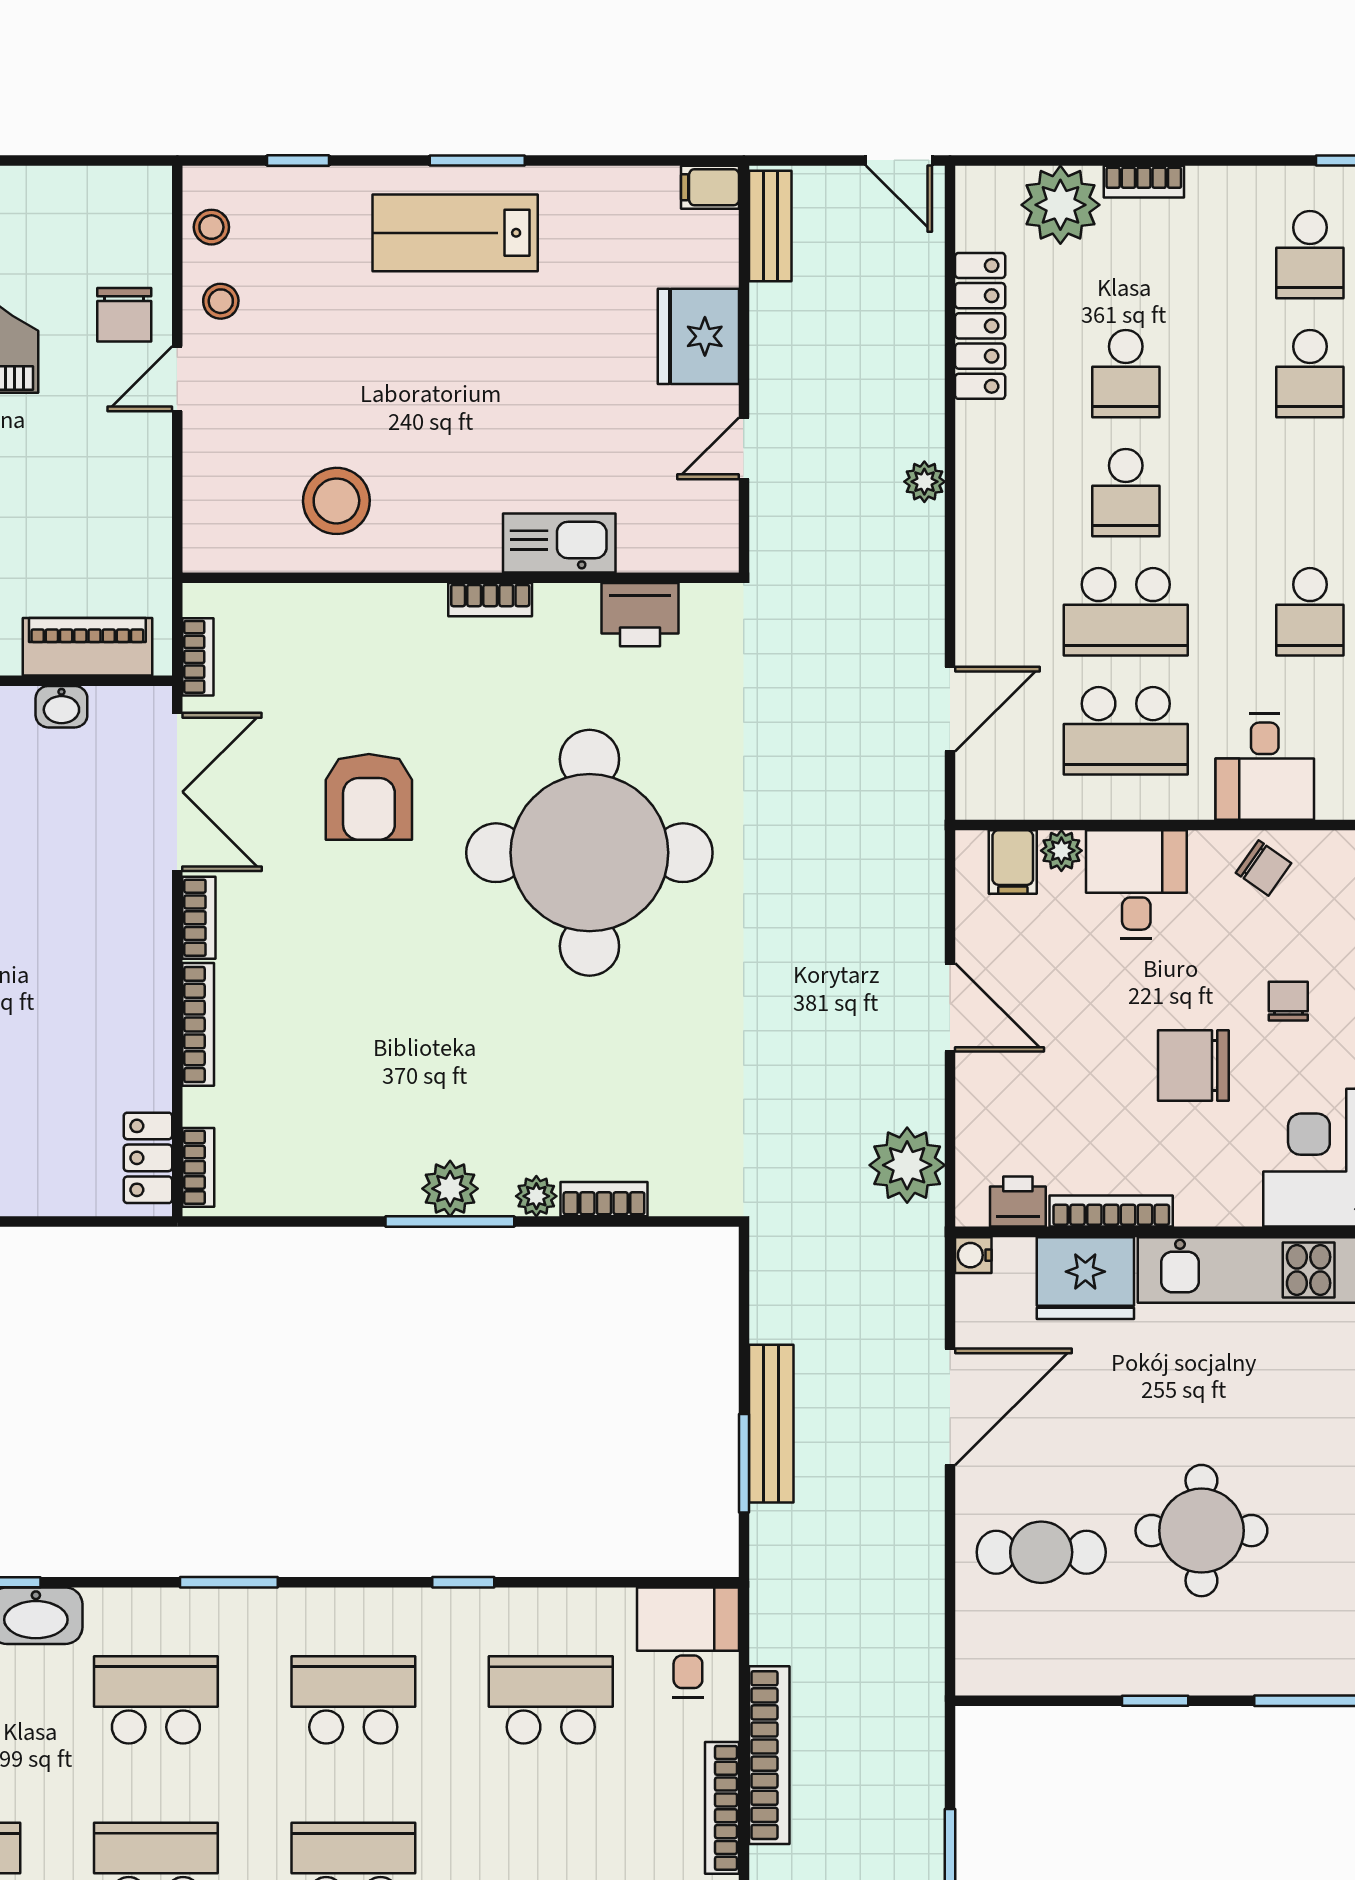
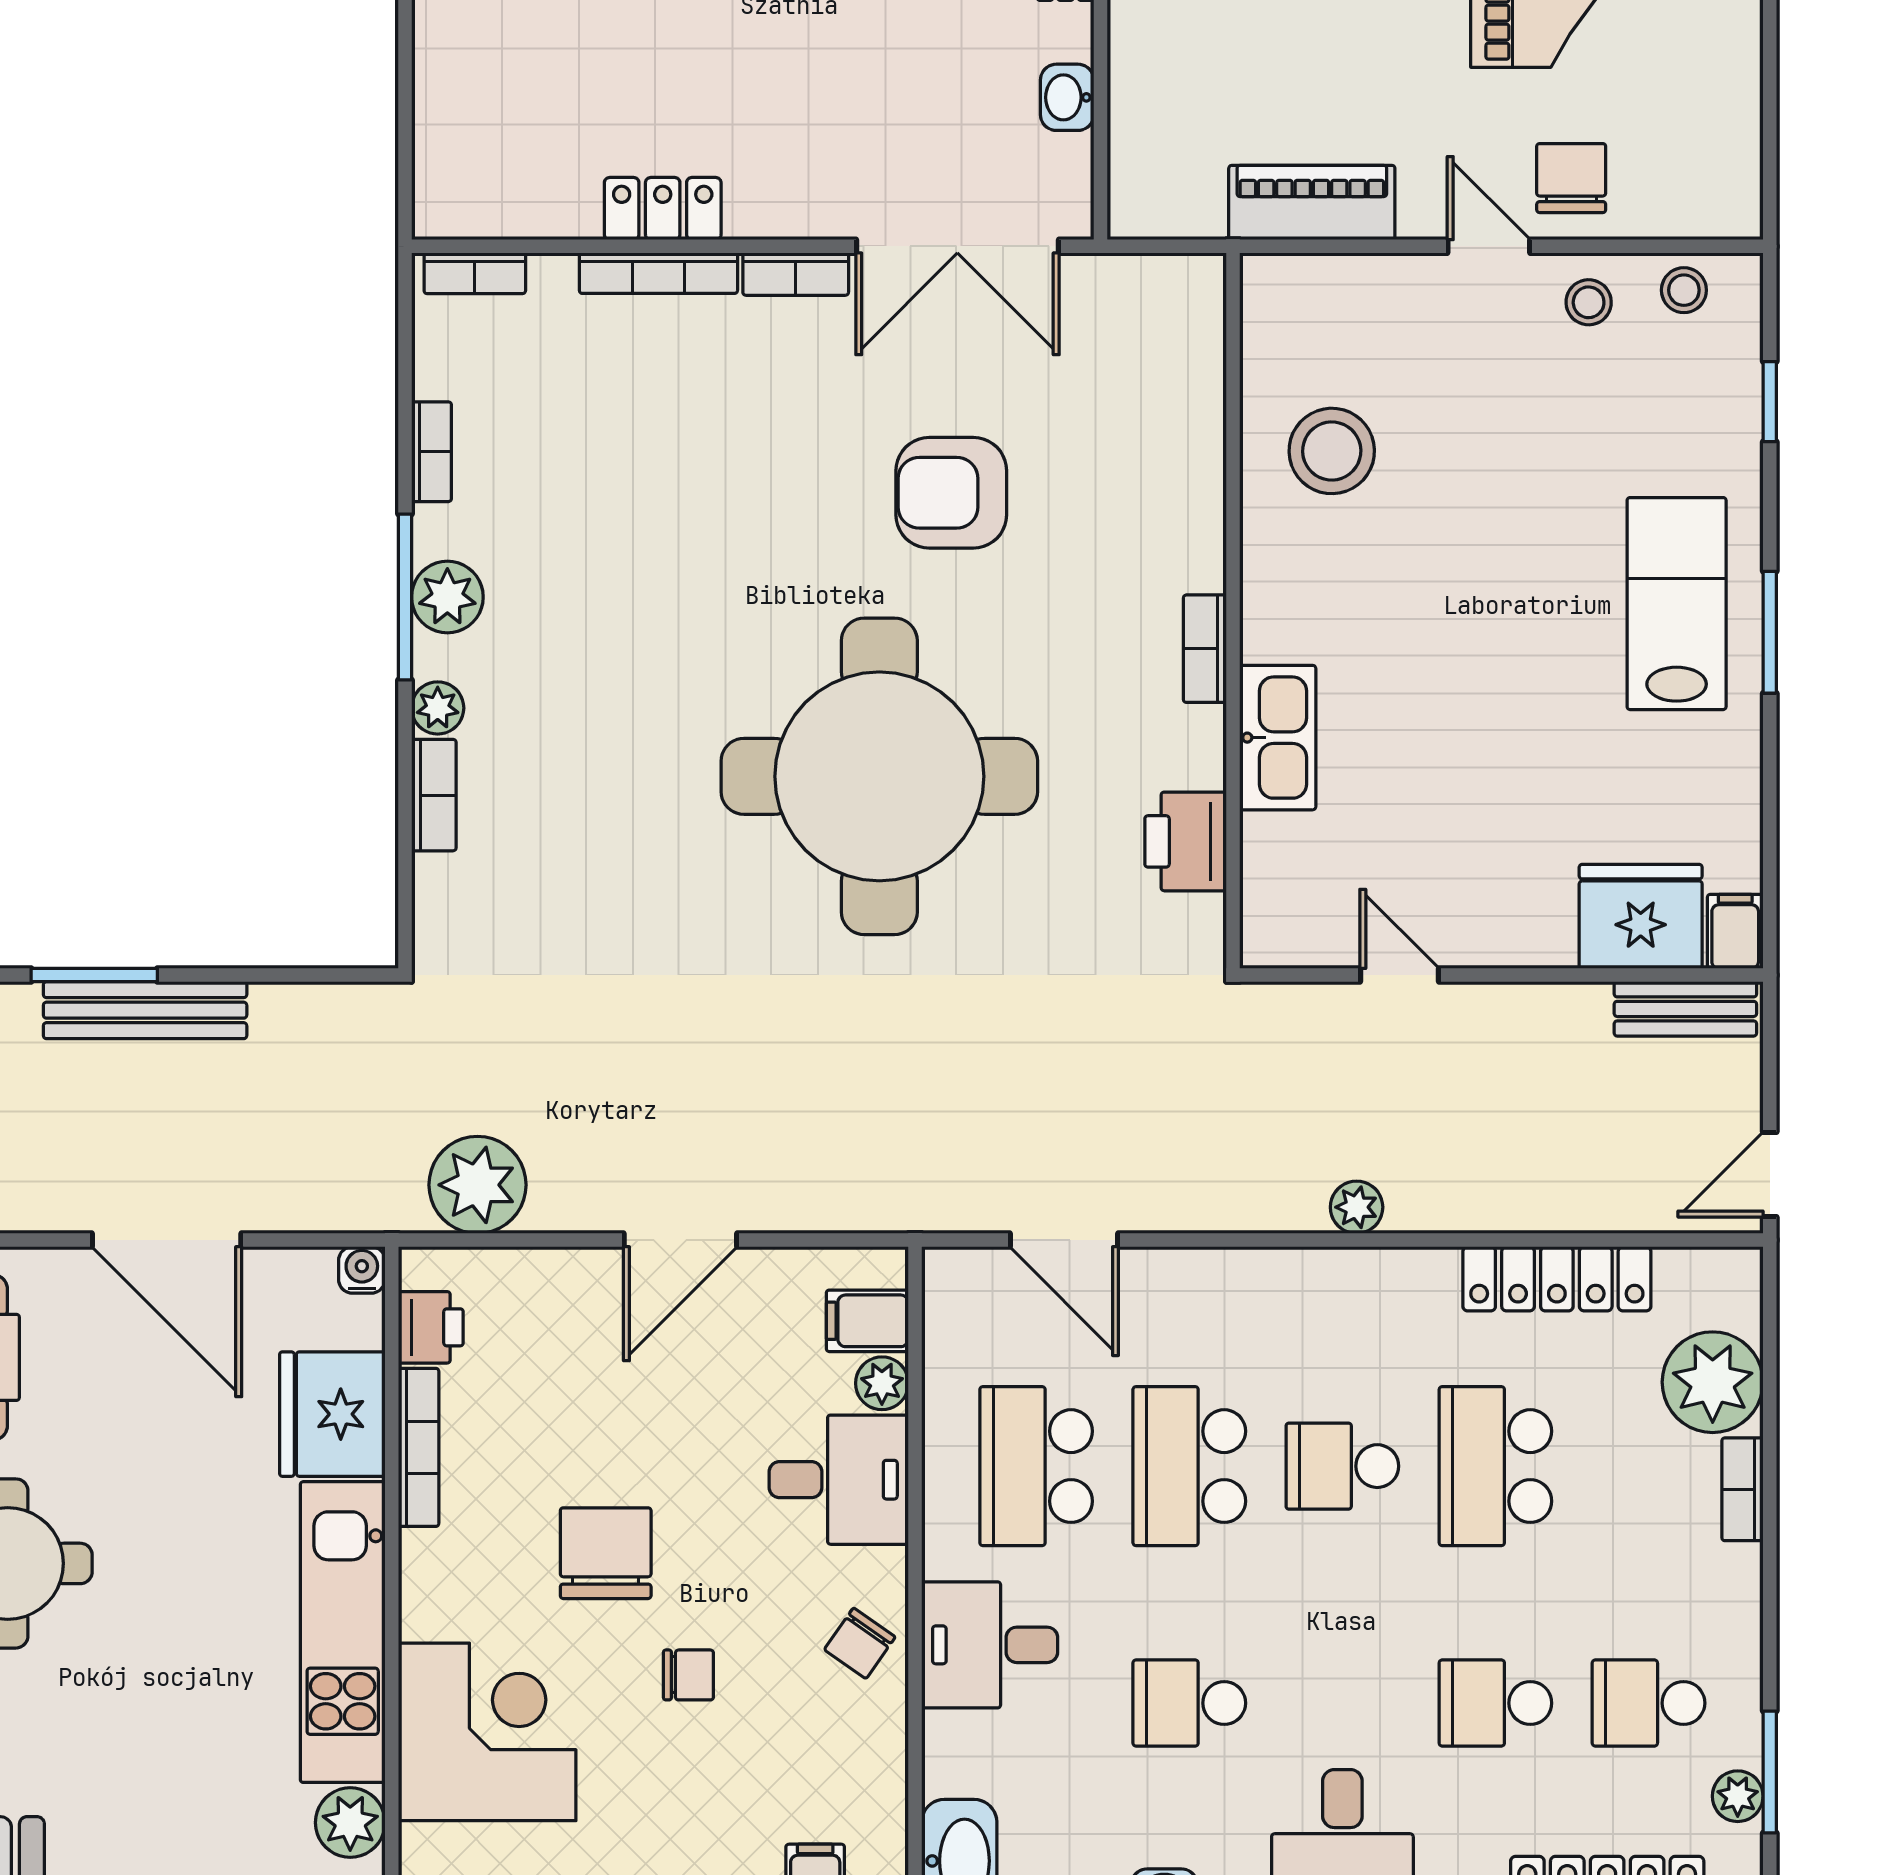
chair: (124, 315) -> (1571, 178), turned 90
fridge: (698, 336) -> (1641, 916), moved
school desk: (1126, 374) -> (1495, 1466), width x1.85
piano: (87, 647) -> (1312, 203), moved, turned -90
bookcase: (198, 657) -> (431, 452), moved, turned -90
locker: (148, 1158) -> (663, 209), moved

